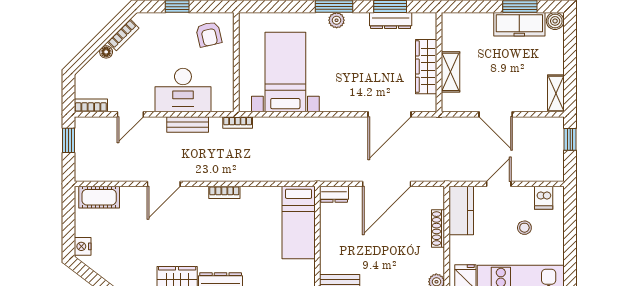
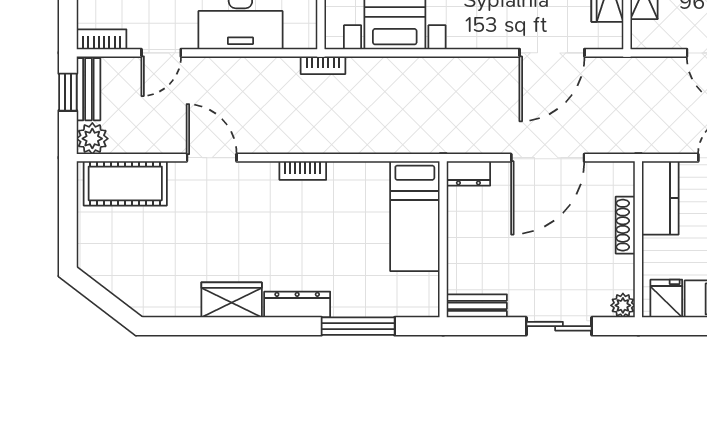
bench: (188, 125) -> (88, 89), moved, turned 90
plant: (85, 171) -> (92, 139), added
door: (164, 184) -> (212, 158), swing flipped
cot: (99, 197) -> (125, 183), width x1.37, depth x1.34
nightstand: (83, 246) -> (89, 252), removed

